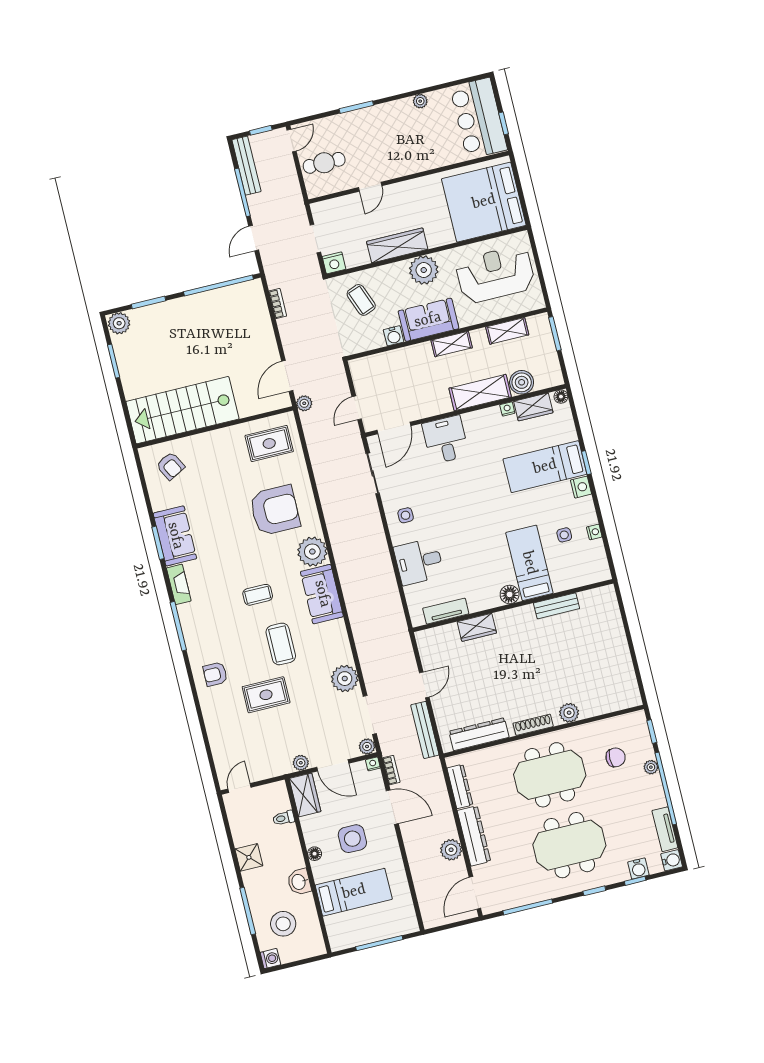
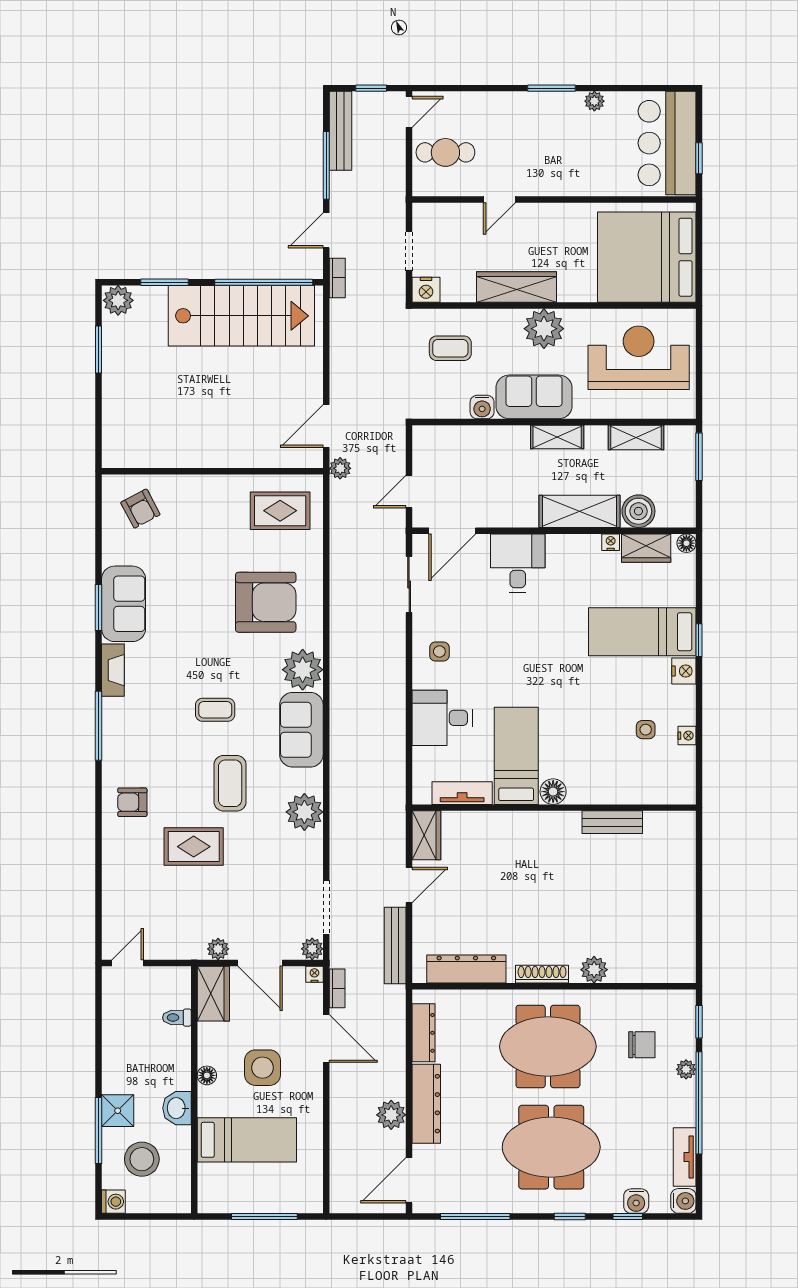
window: (356, 107) -> (551, 88), moved
coffee table: (361, 300) -> (450, 348), turned -69
bookcase: (278, 304) -> (337, 278), moved
stairs: (182, 410) -> (241, 316), moved, turned 180
bed: (529, 563) -> (516, 756), moved
wardrobe: (477, 627) -> (426, 835), moved, turned -90
plant: (345, 679) -> (304, 812), moved
shower: (249, 857) -> (118, 1111), moved

